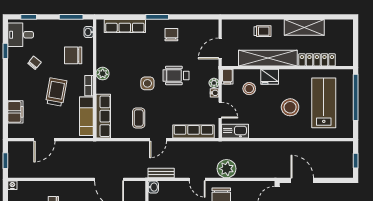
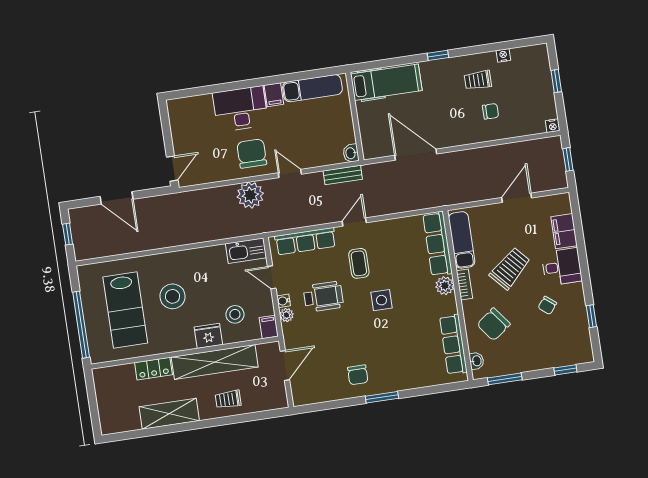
row of seats: (125, 26) -> (453, 345), moved, turned -90
desk: (21, 35) -> (562, 267), moved
chair: (73, 55) -> (494, 324), turned 143
locker: (317, 60) -> (153, 369), width x0.66
plant: (103, 74) -> (445, 286), moved
wheelchair: (176, 75) -> (323, 297), moved
trolley: (56, 92) -> (510, 268), turned -142
coffee table: (139, 118) -> (359, 263), moved
door: (302, 180) -> (117, 198), moved

